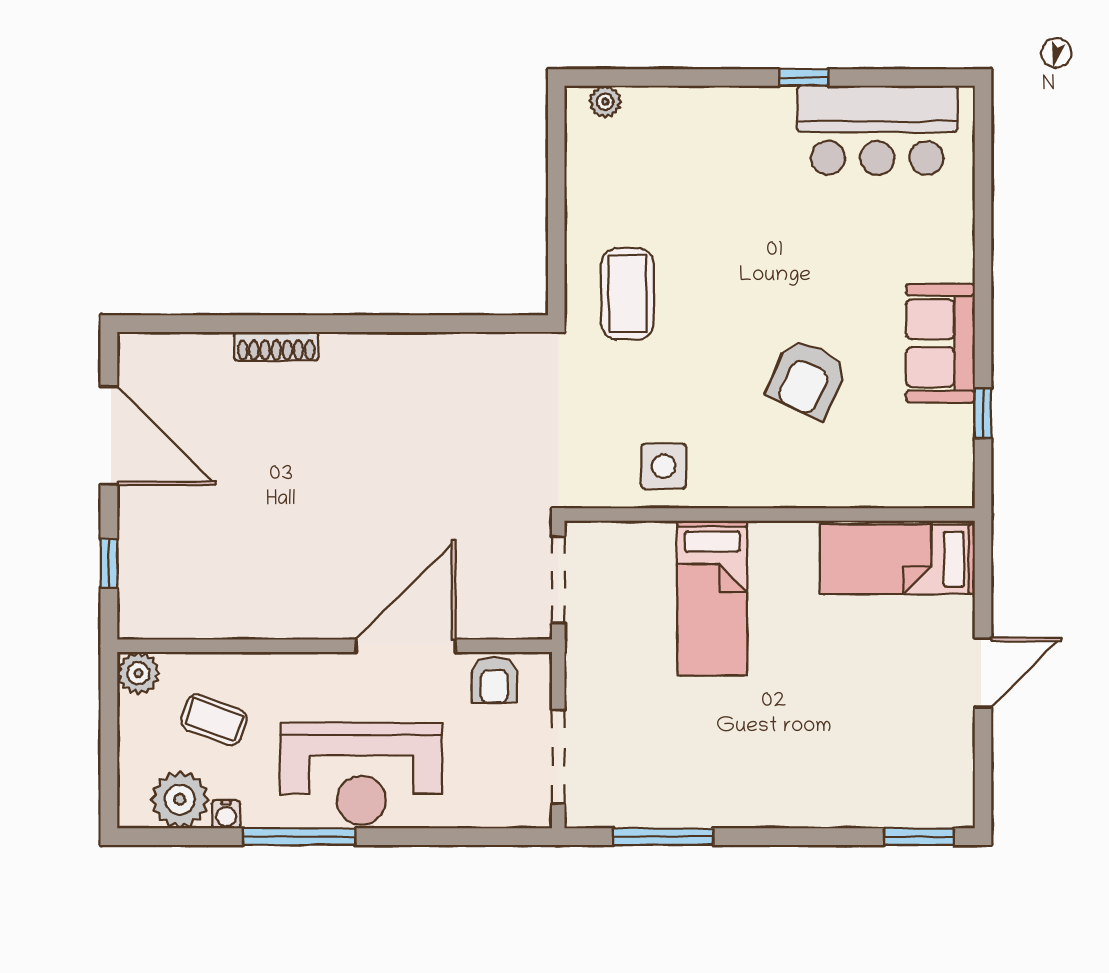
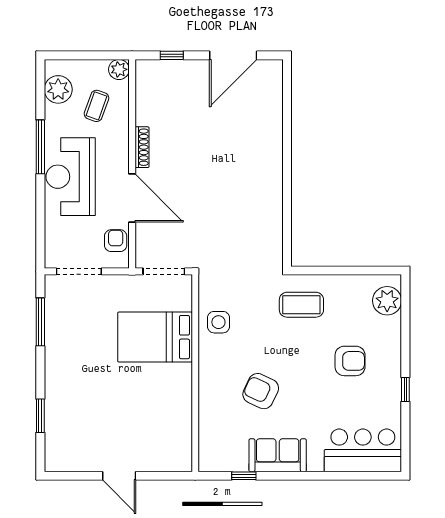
plant: (605, 102) -> (387, 301), width x1.87, depth x1.87
bar counter: (877, 130) -> (363, 450), moved, turned 90
armchair: (744, 193) -> (350, 361), added
shoe rack: (276, 346) -> (142, 147), moved, turned 180
bed: (897, 559) -> (174, 435), removed
bed: (712, 598) -> (155, 337), width x1.50
armchair: (494, 680) -> (116, 241), turned 90
water cooler: (226, 814) -> (51, 112), removed
window: (919, 837) -> (40, 416), moved

